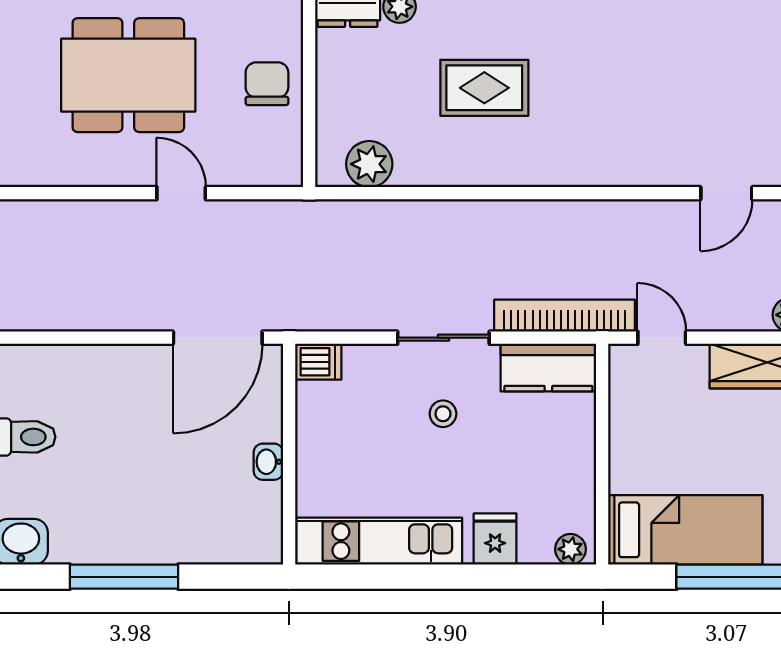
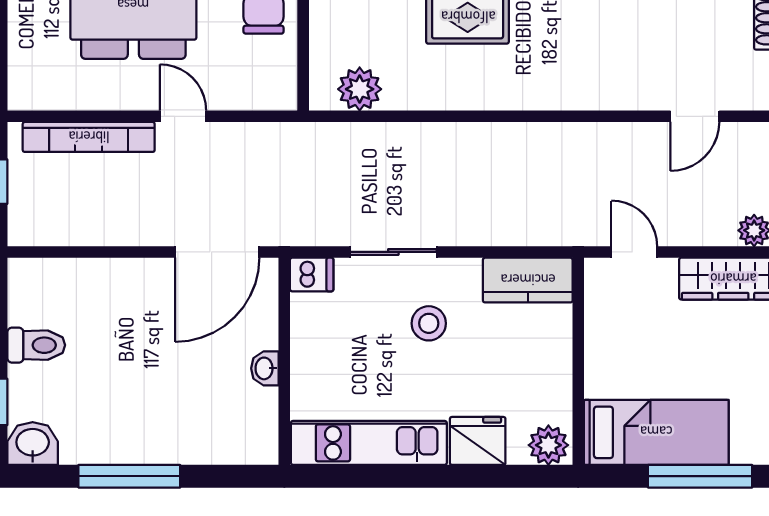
bookcase: (565, 316) -> (89, 137), moved, turned 180
sliding door: (443, 338) -> (393, 252), moved
stool: (443, 414) -> (429, 323), width x1.37, depth x1.37
fridge: (495, 539) -> (478, 441), width x1.38
plant: (570, 549) -> (548, 445), width x1.38, depth x1.38

